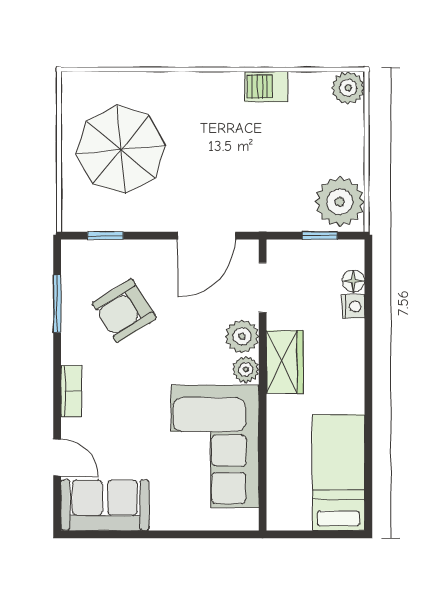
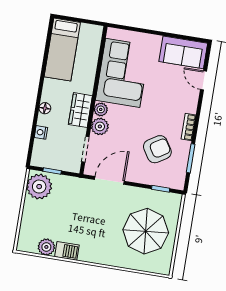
plant: (348, 88) -> (46, 247), moved
floor lamp: (353, 281) -> (45, 108), moved
bookcase: (71, 391) -> (189, 127), moved

